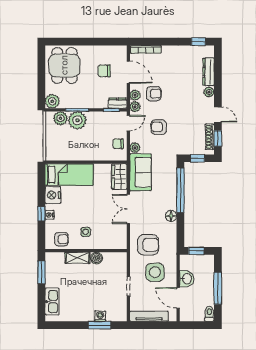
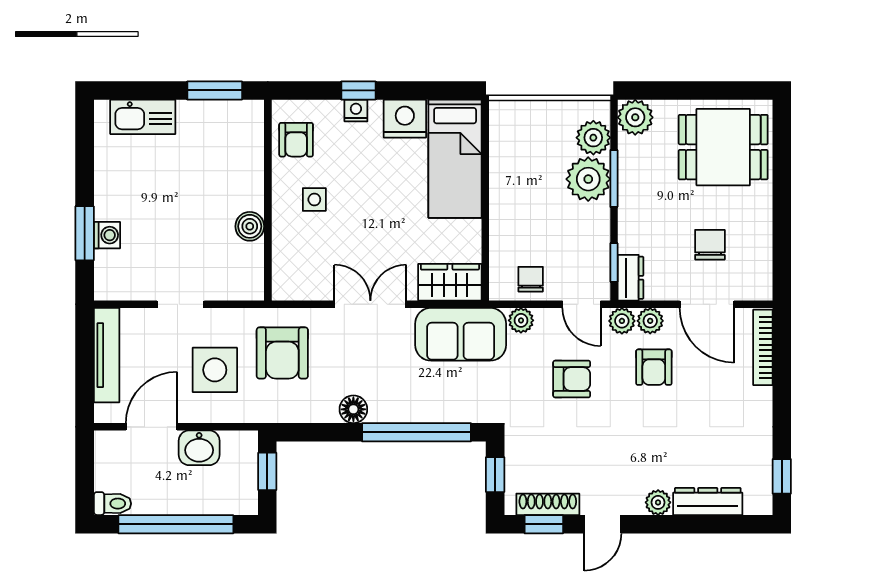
door: (128, 72) -> (707, 304), hinge flipped
armchair: (159, 127) -> (572, 379), turned 90
shelving: (77, 258) -> (251, 179), removed
window: (218, 288) -> (176, 524), width x1.46

